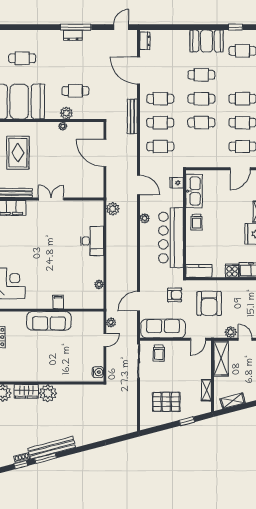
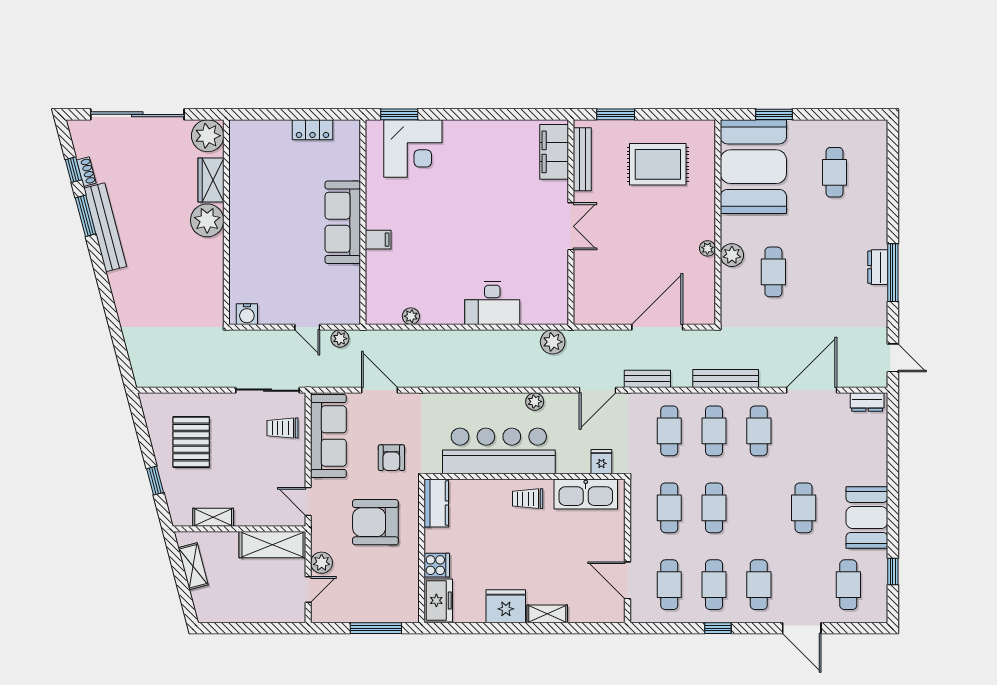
cafe table: (201, 99) -> (669, 508), moved
bench: (133, 158) -> (647, 379), added

